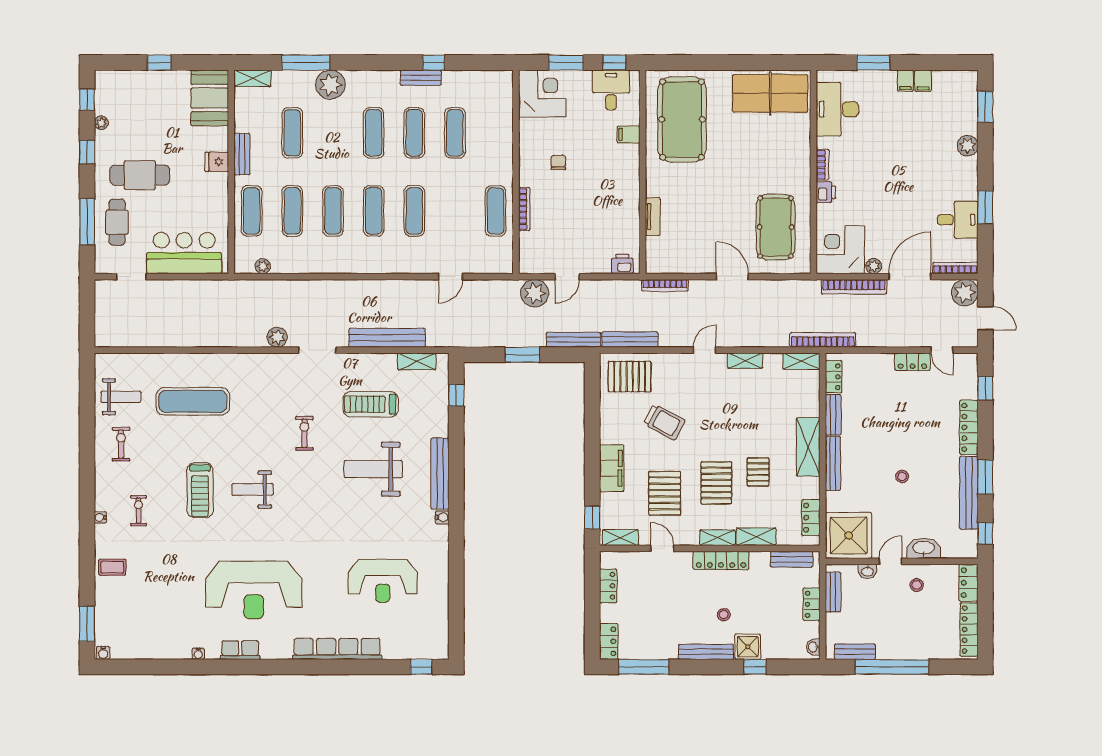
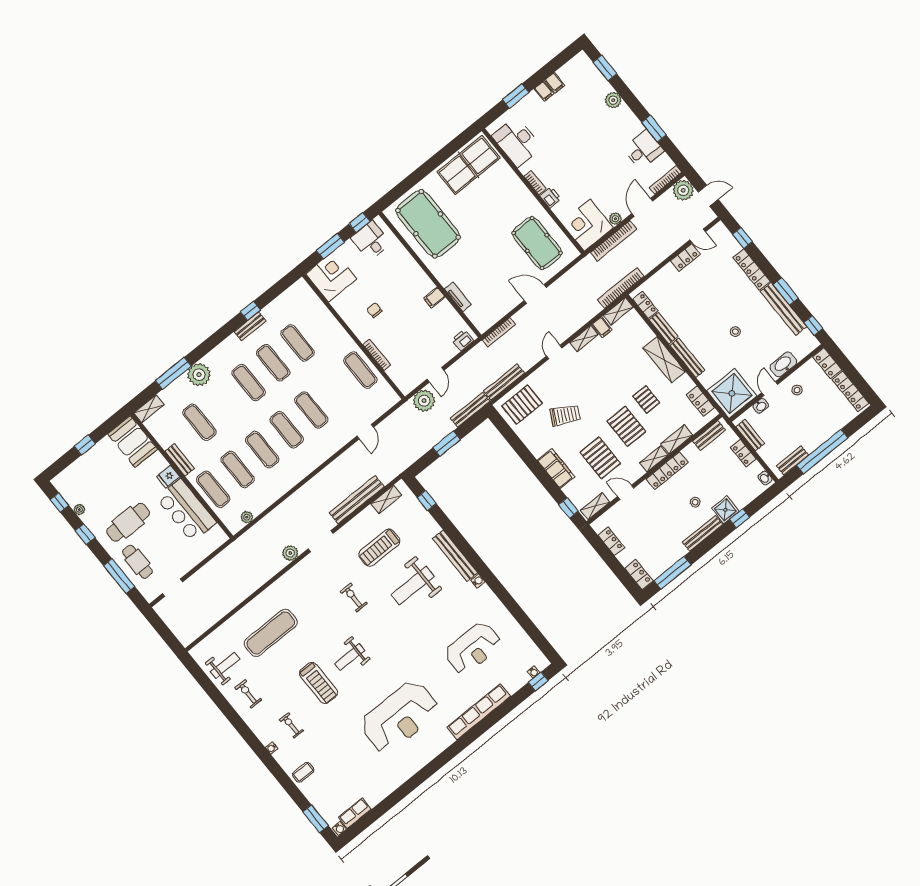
filing cabinet: (629, 135) -> (434, 298), moved
bar counter: (184, 253) -> (186, 510), moved, turned -90
door: (910, 277) -> (642, 207), width x0.73
filing cabinet: (772, 364) -> (602, 327), added
row of seats: (240, 650) -> (355, 813), moved
water cooler: (198, 654) -> (534, 672), moved

